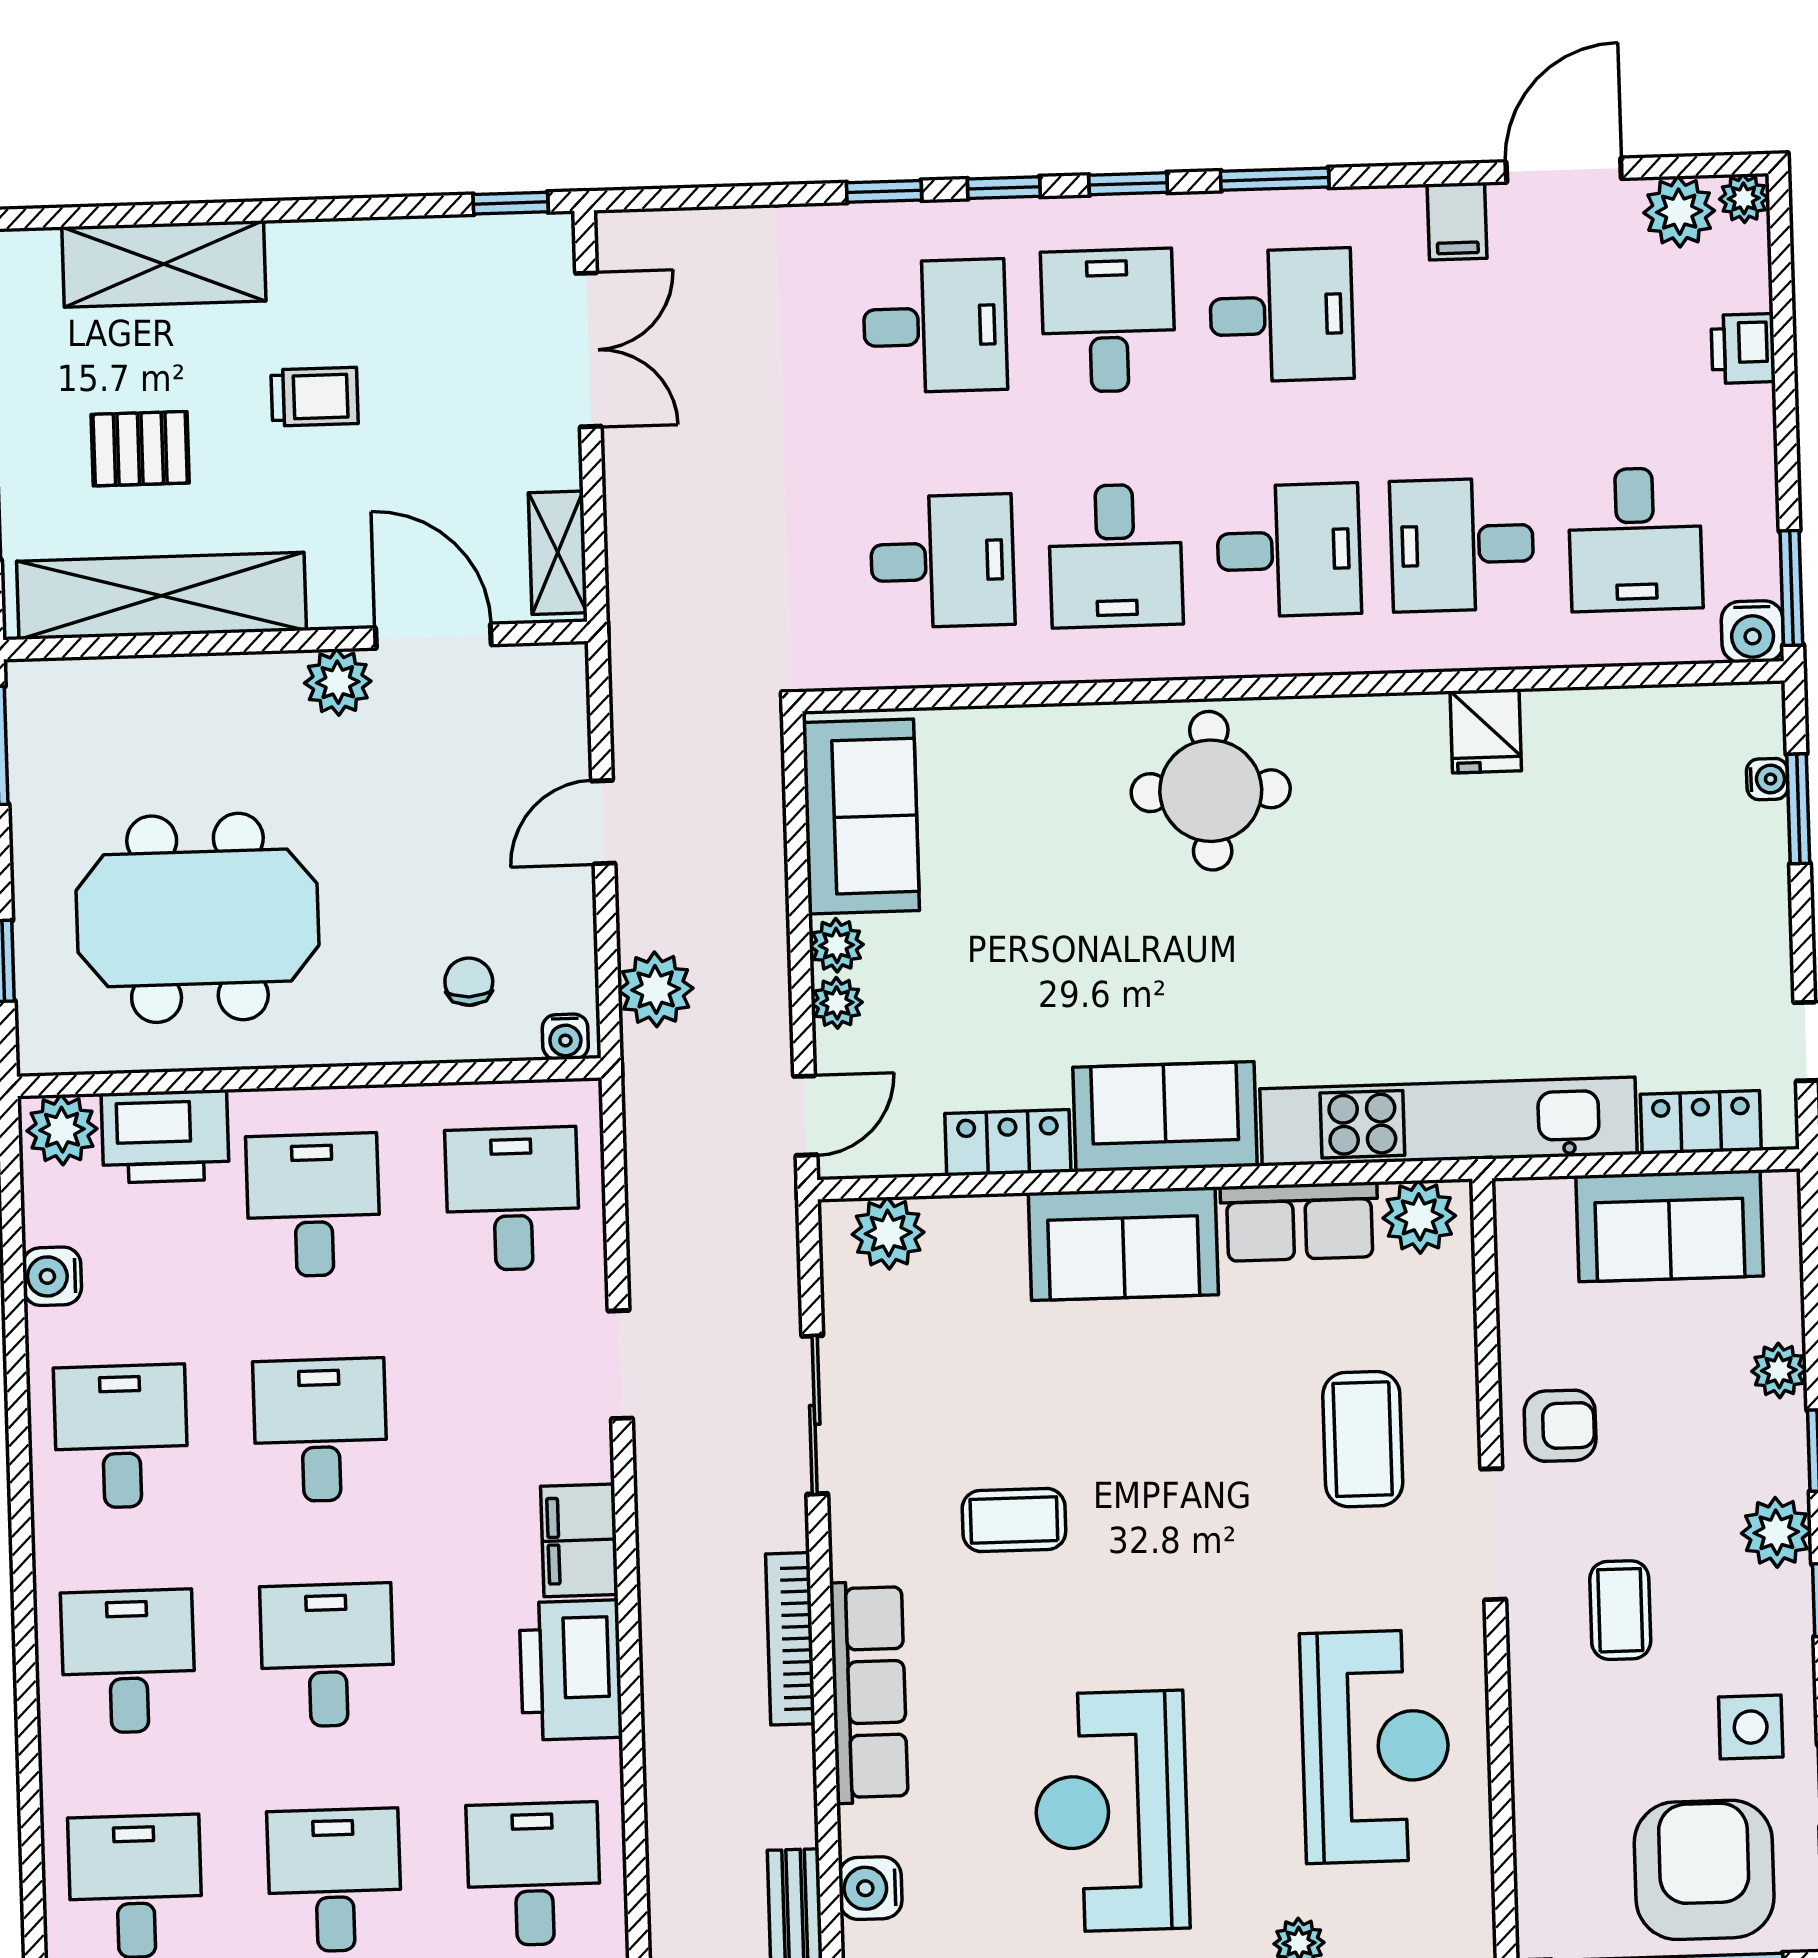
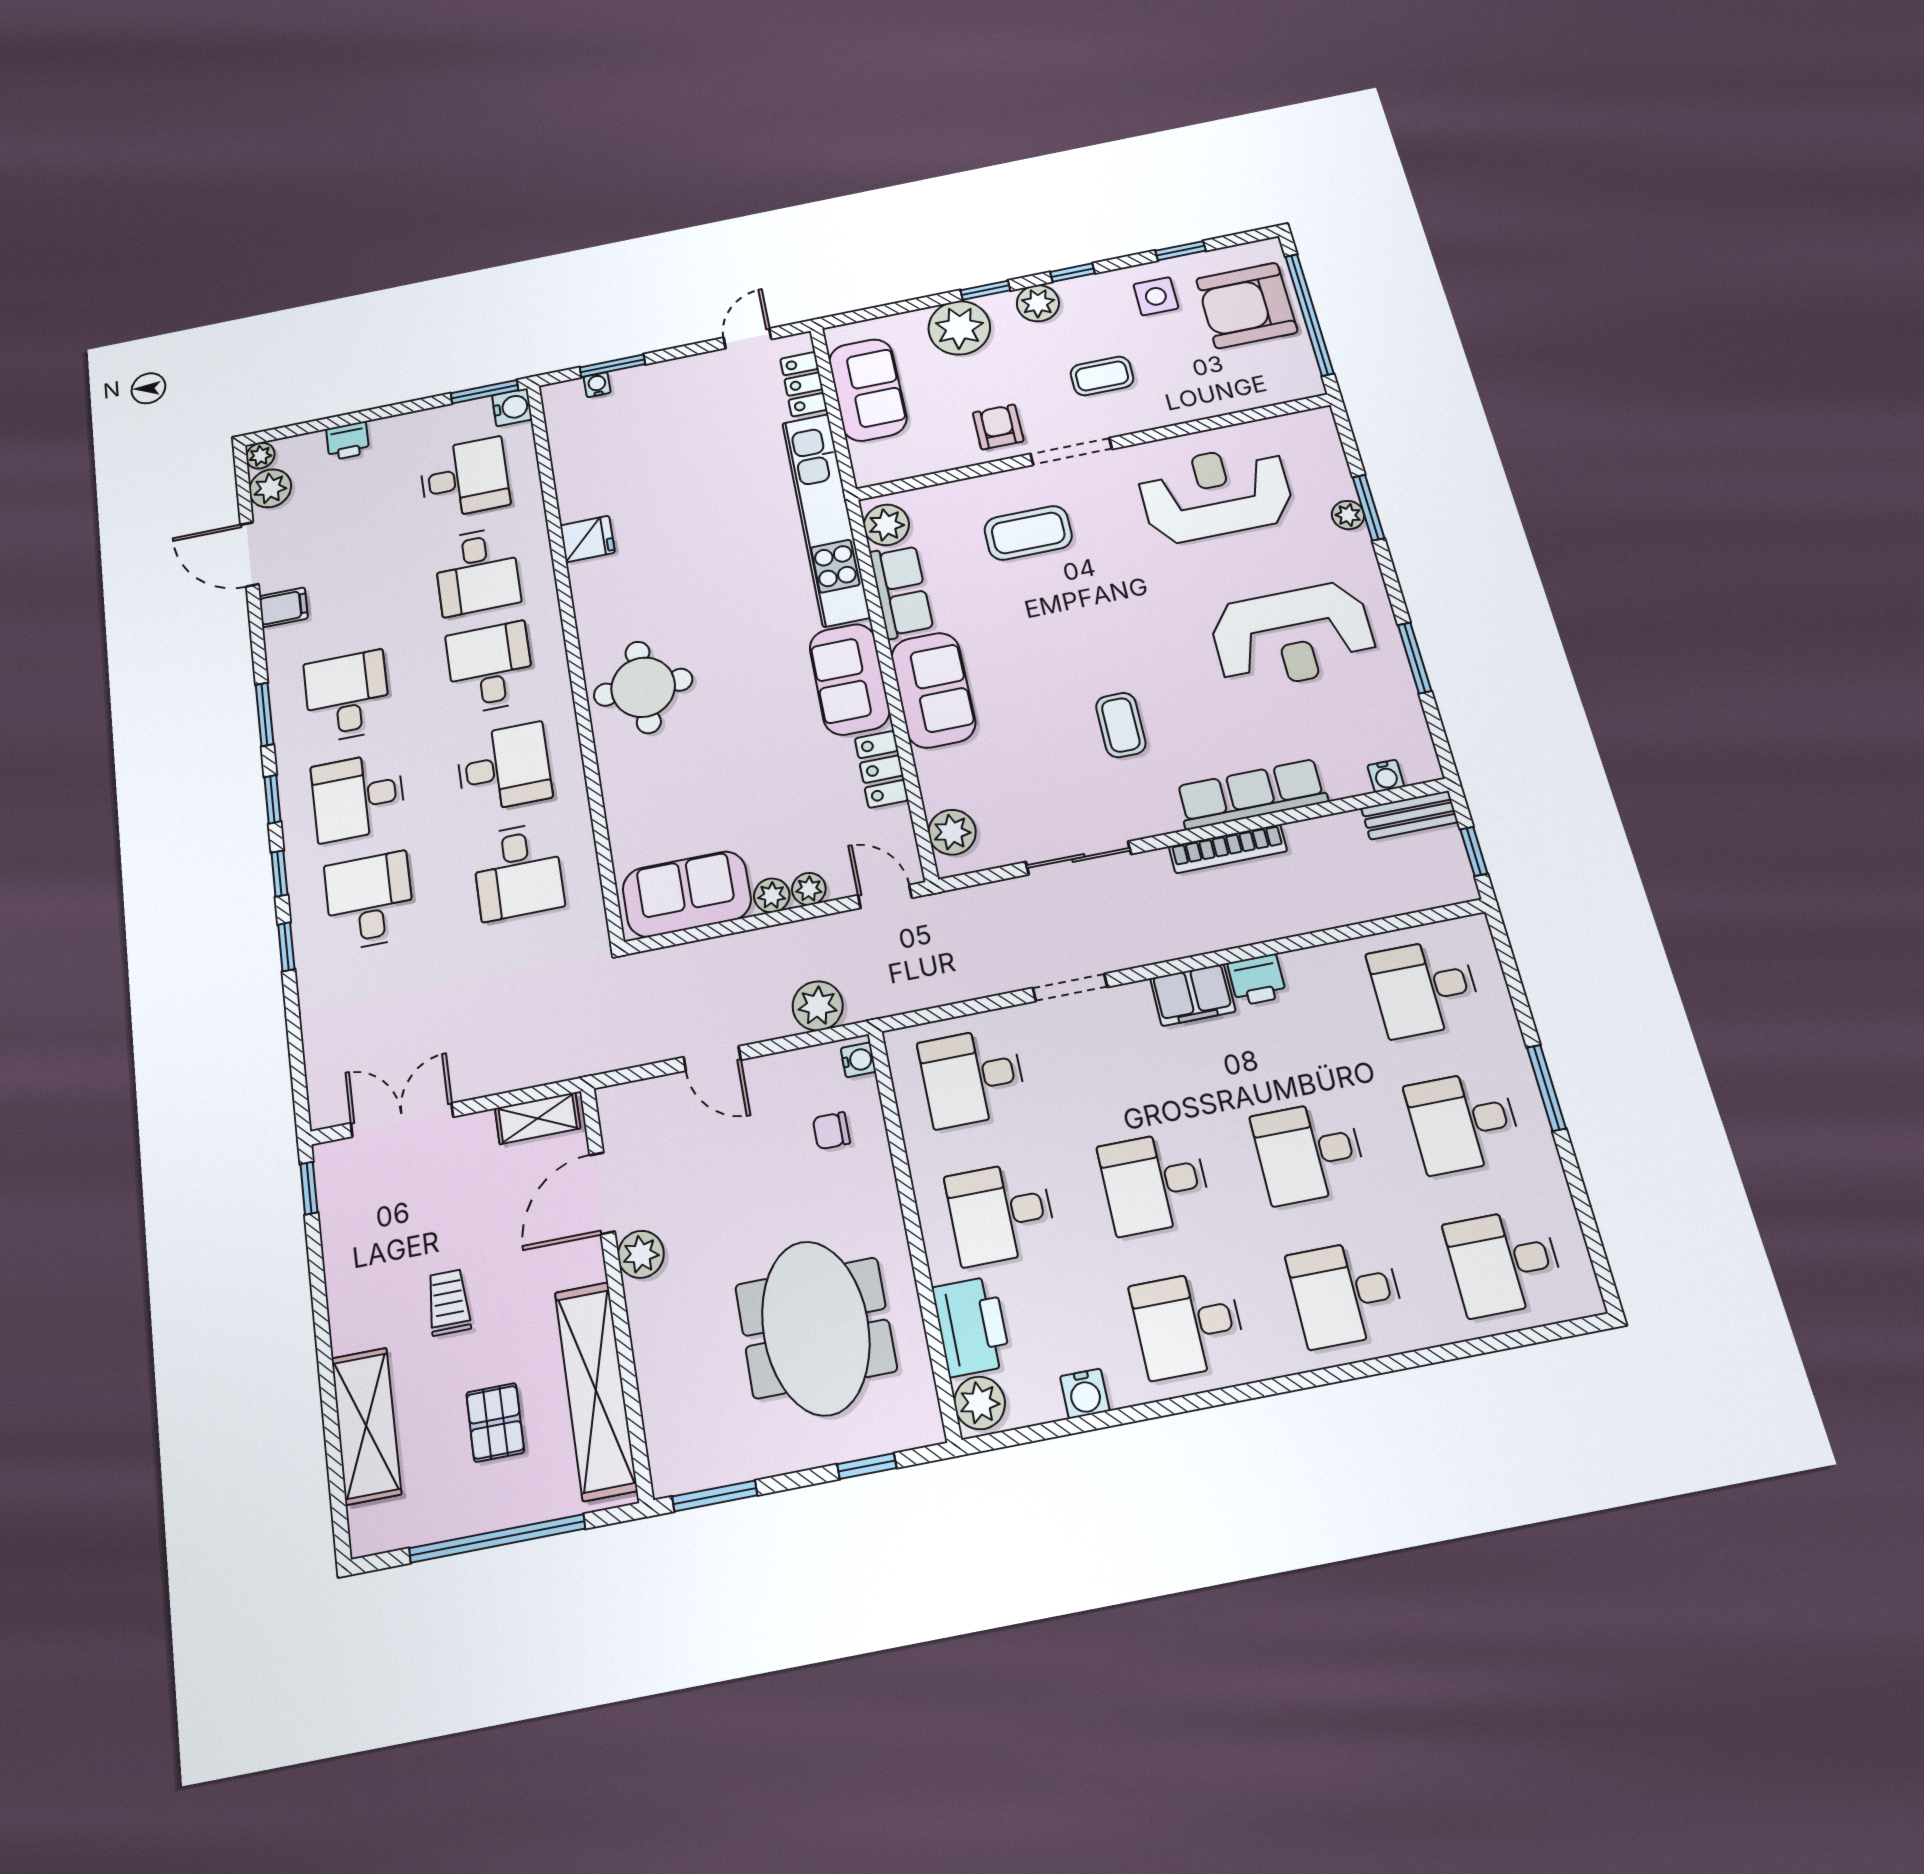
desk: (942, 561) -> (518, 871), turned 180
plant: (1779, 1370) -> (959, 328), width x1.88, depth x1.88
printer: (571, 1670) -> (1257, 980), width x0.53, depth x0.68
water cooler: (870, 1888) -> (1386, 776), width x0.72, depth x0.72

